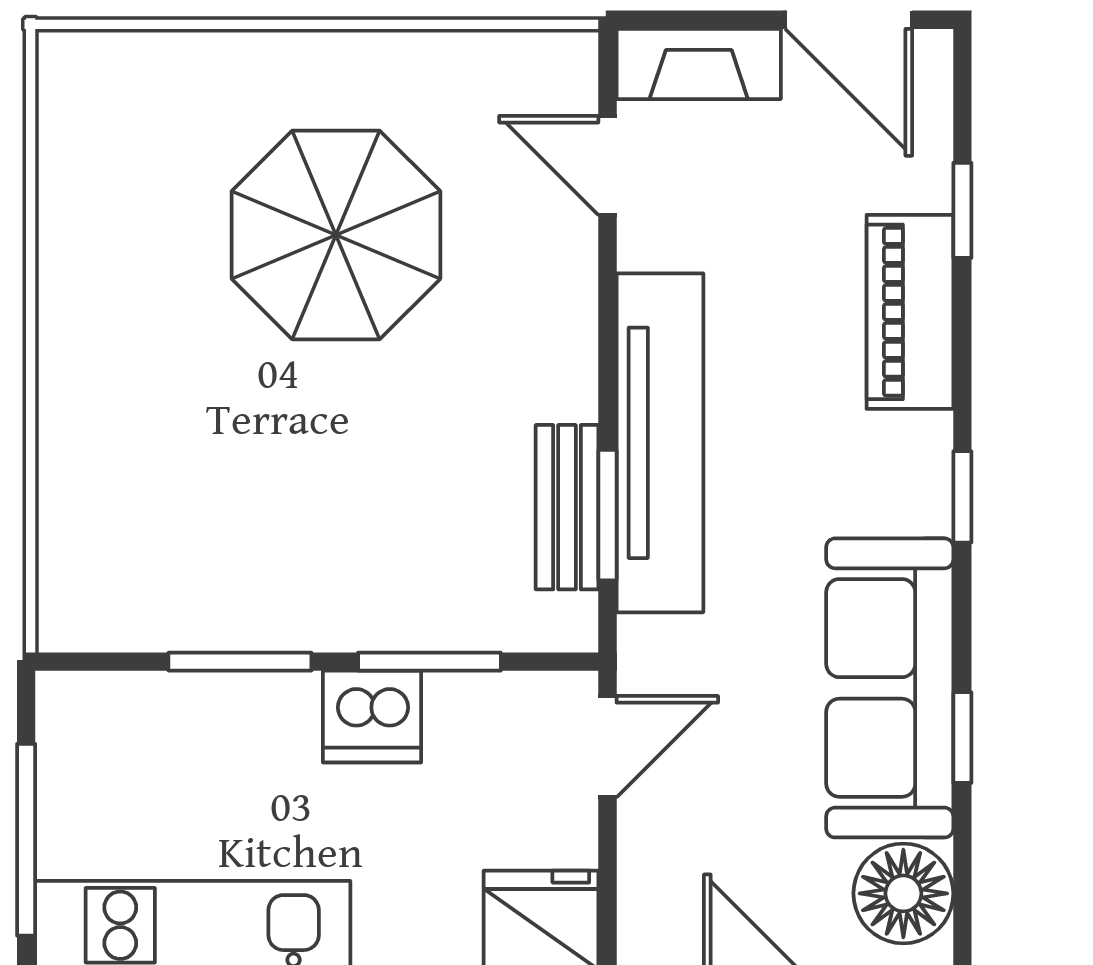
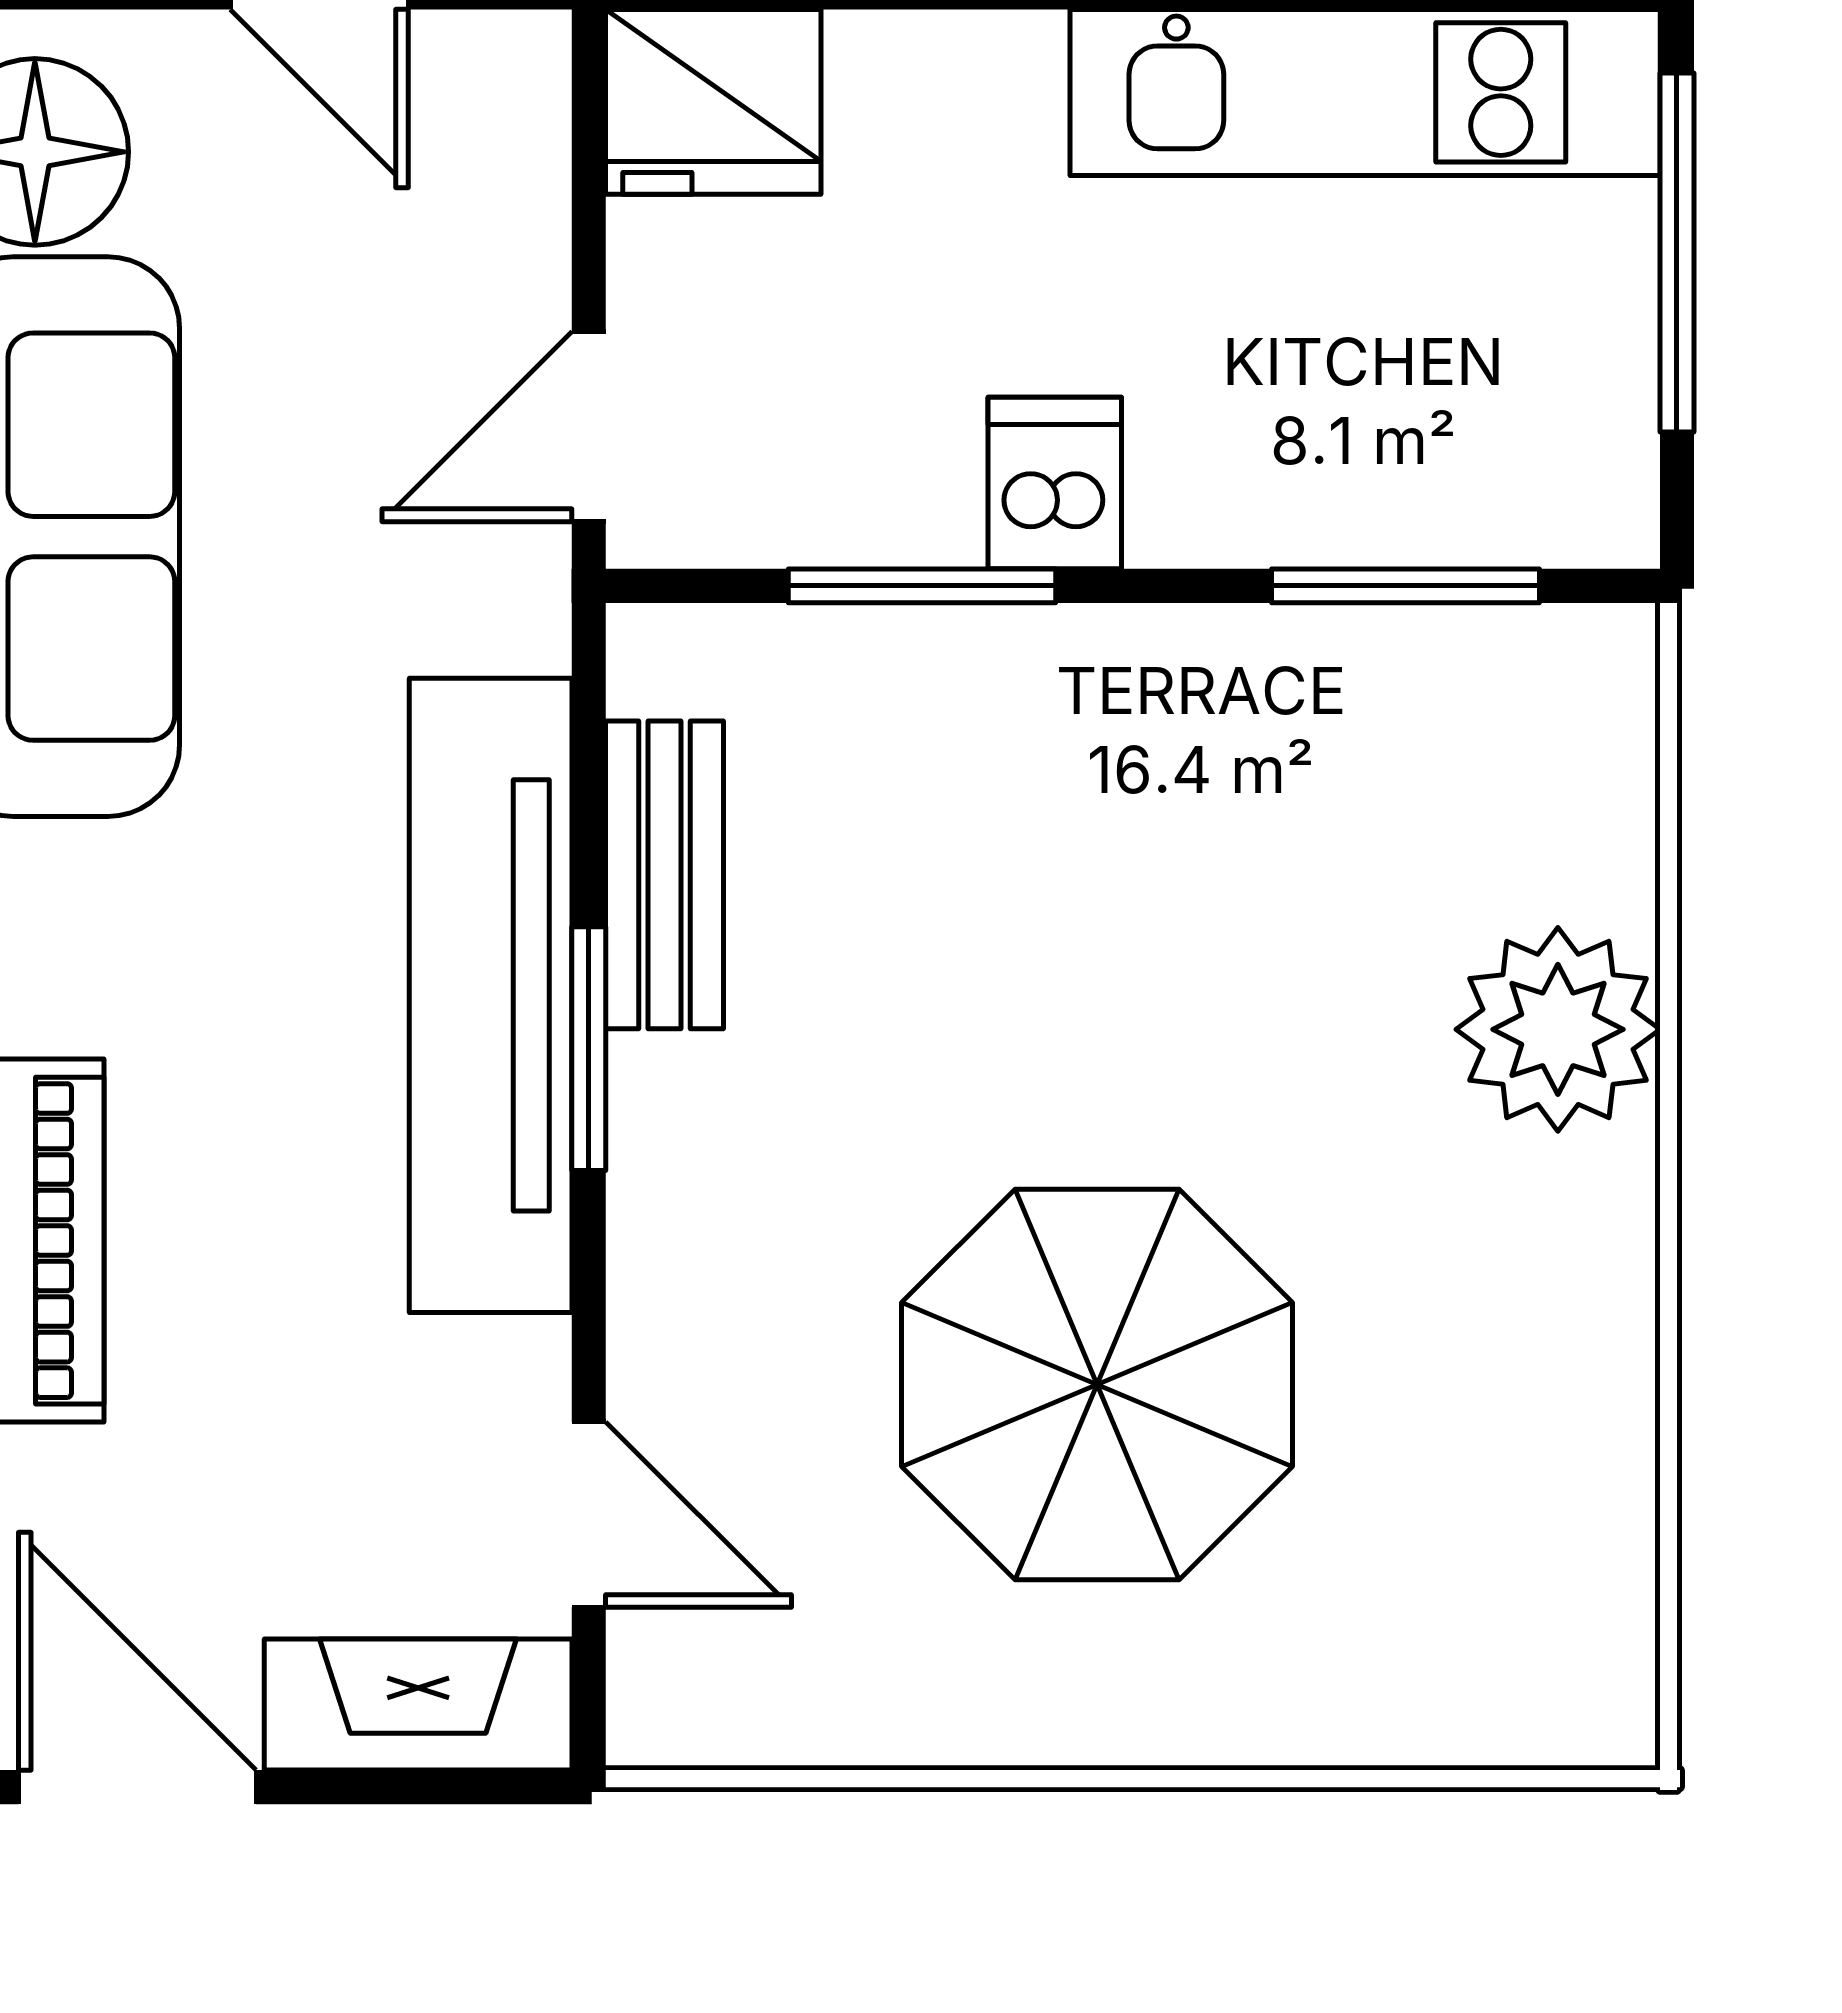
plant: (90, 425) -> (1558, 1029), added
window: (607, 515) -> (589, 1049), moved
window: (240, 662) -> (1405, 586), moved
dishwasher: (372, 717) -> (1055, 483), width x0.73

